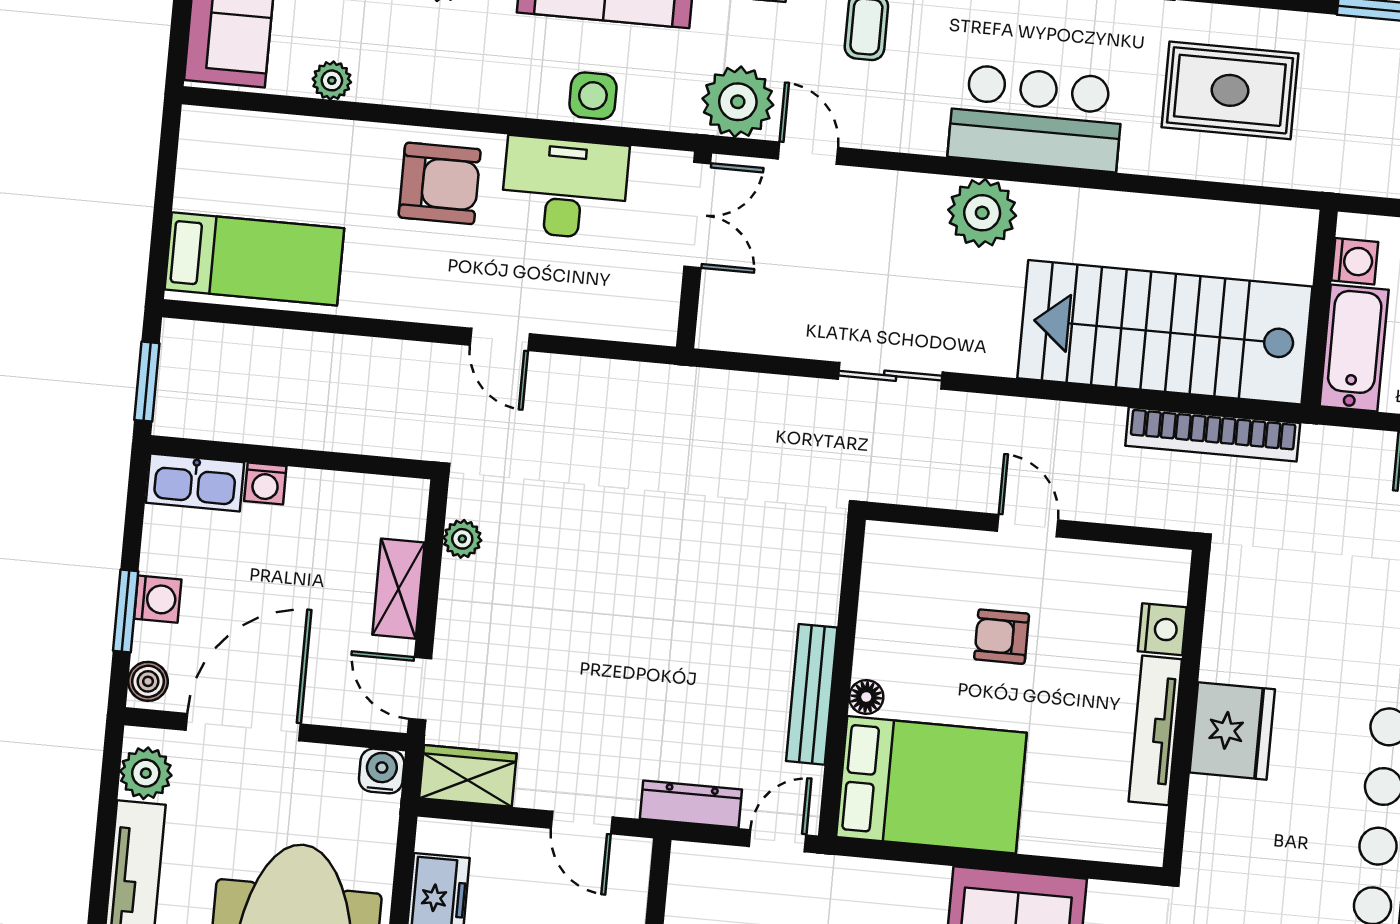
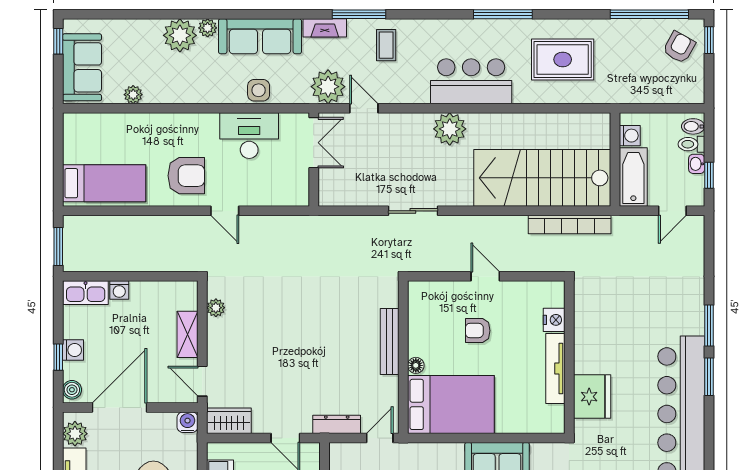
armchair: (440, 183) -> (186, 176), moved
window: (126, 611) -> (58, 357), width x0.67
bench: (812, 694) -> (390, 341), moved
fridge: (1232, 731) -> (592, 397), moved

